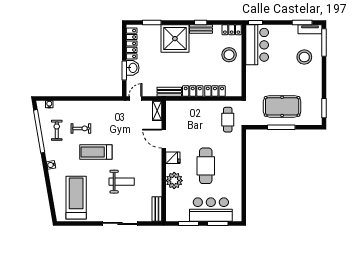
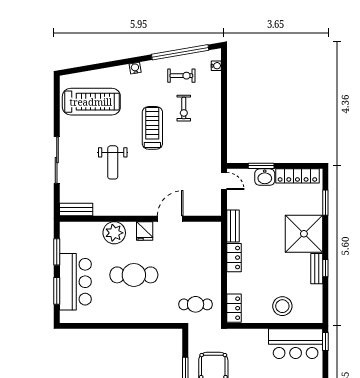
locker: (232, 30) -> (316, 310), removed
locker: (215, 91) -> (234, 308), moved
shelving: (157, 111) -> (208, 210), removed

